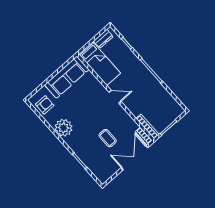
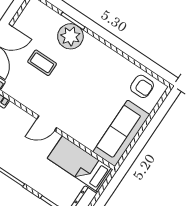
armchair: (45, 105) -> (142, 86), turned -90
plant: (63, 128) -> (70, 36), moved

